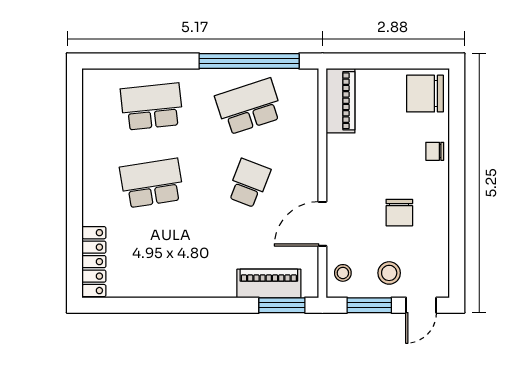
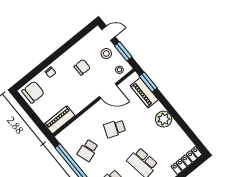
chair: (425, 94) -> (33, 92), turned -90
school desk: (249, 107) -> (88, 150), width x0.54
plant: (197, 280) -> (164, 119), added

